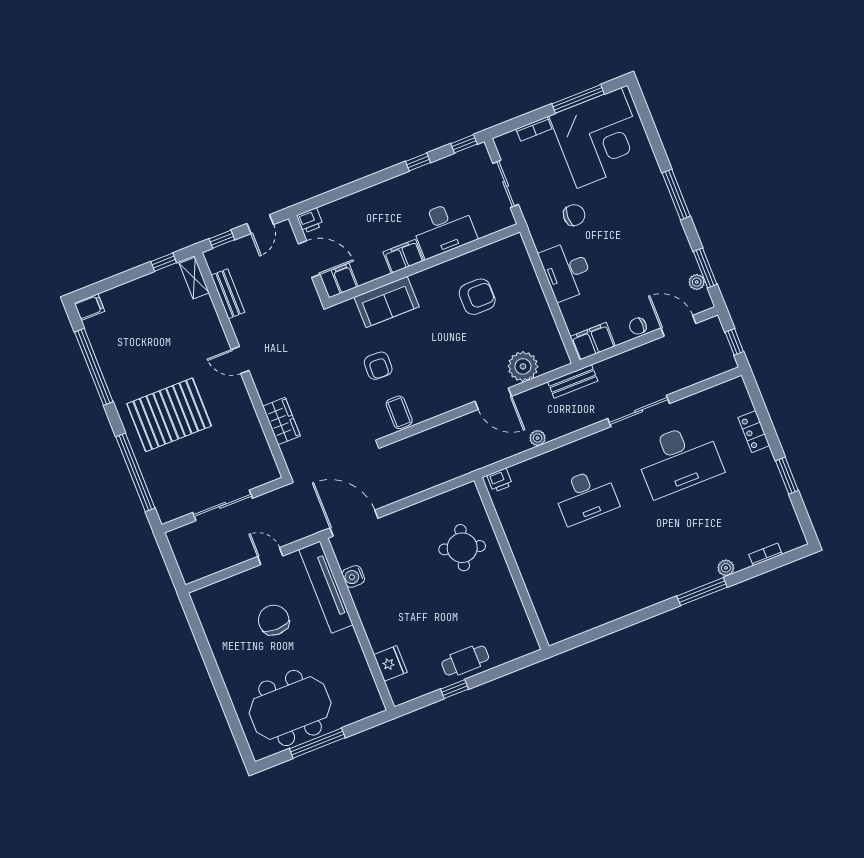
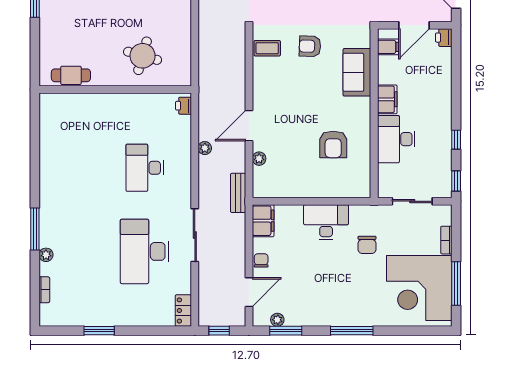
plant: (523, 366) -> (259, 159), width x0.53, depth x0.53
locker: (754, 432) -> (183, 310), moved, turned -90
cafe table: (465, 661) -> (71, 75), moved, turned 90

